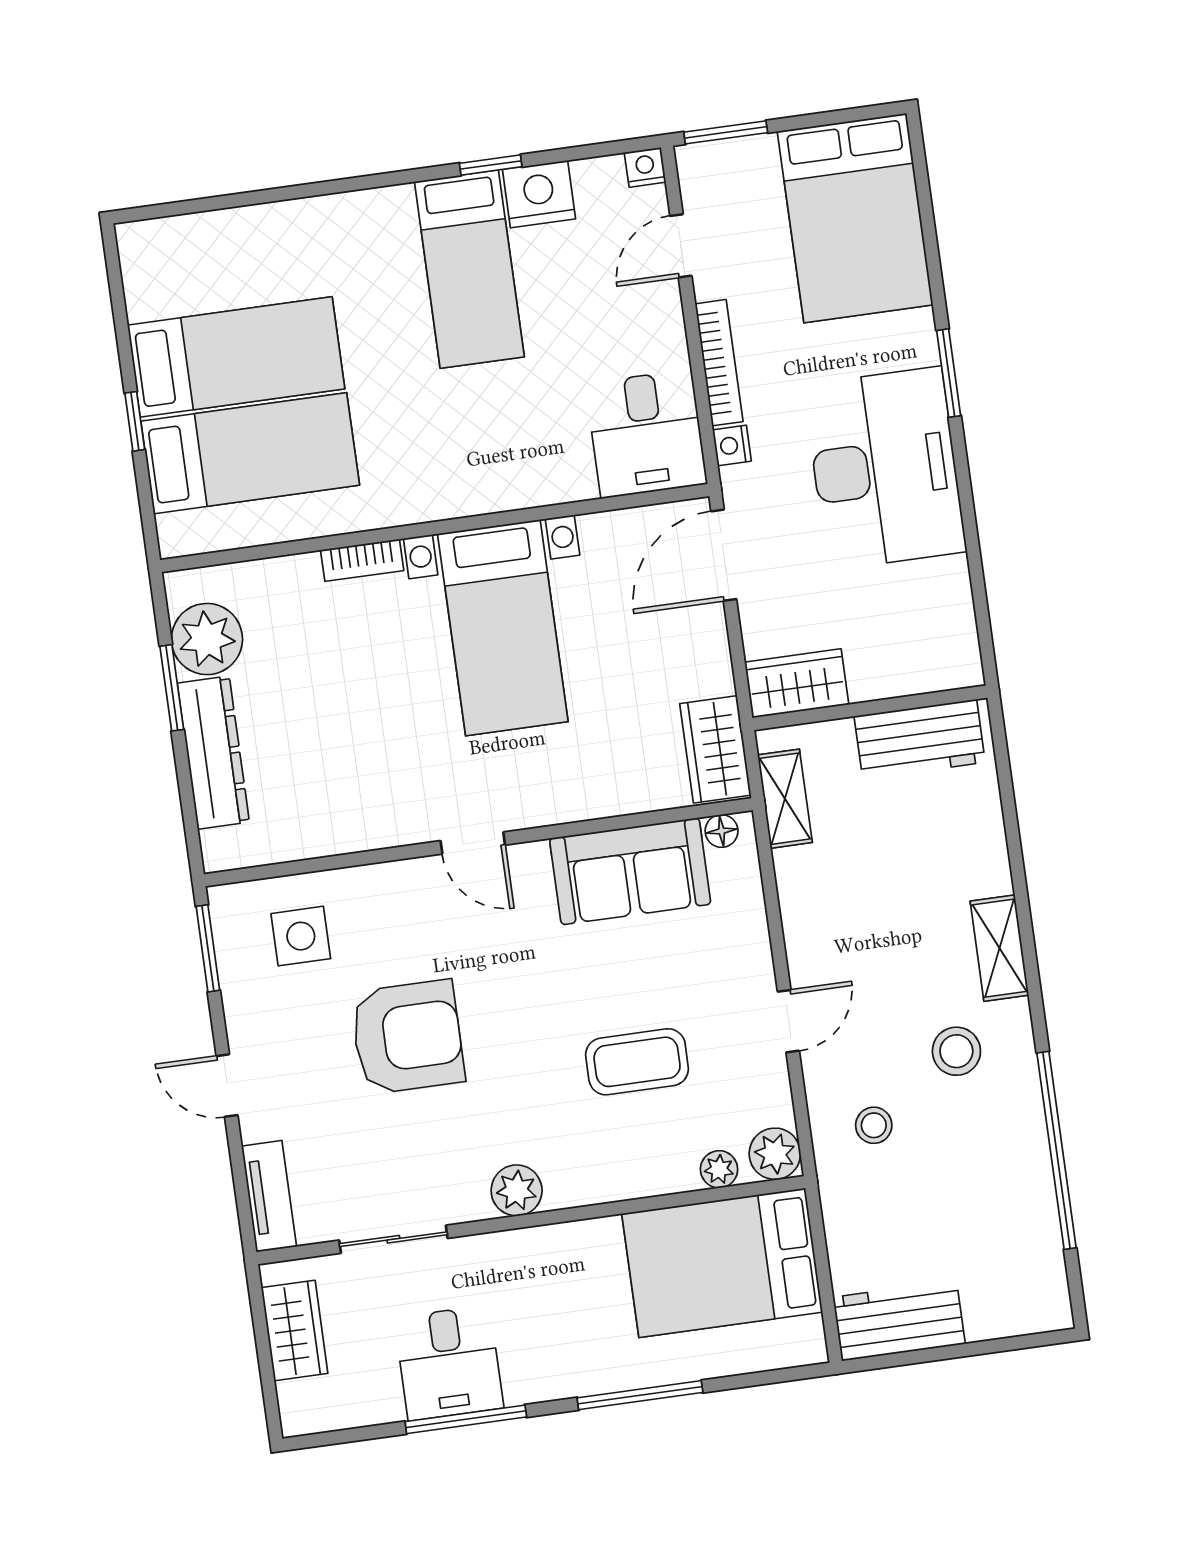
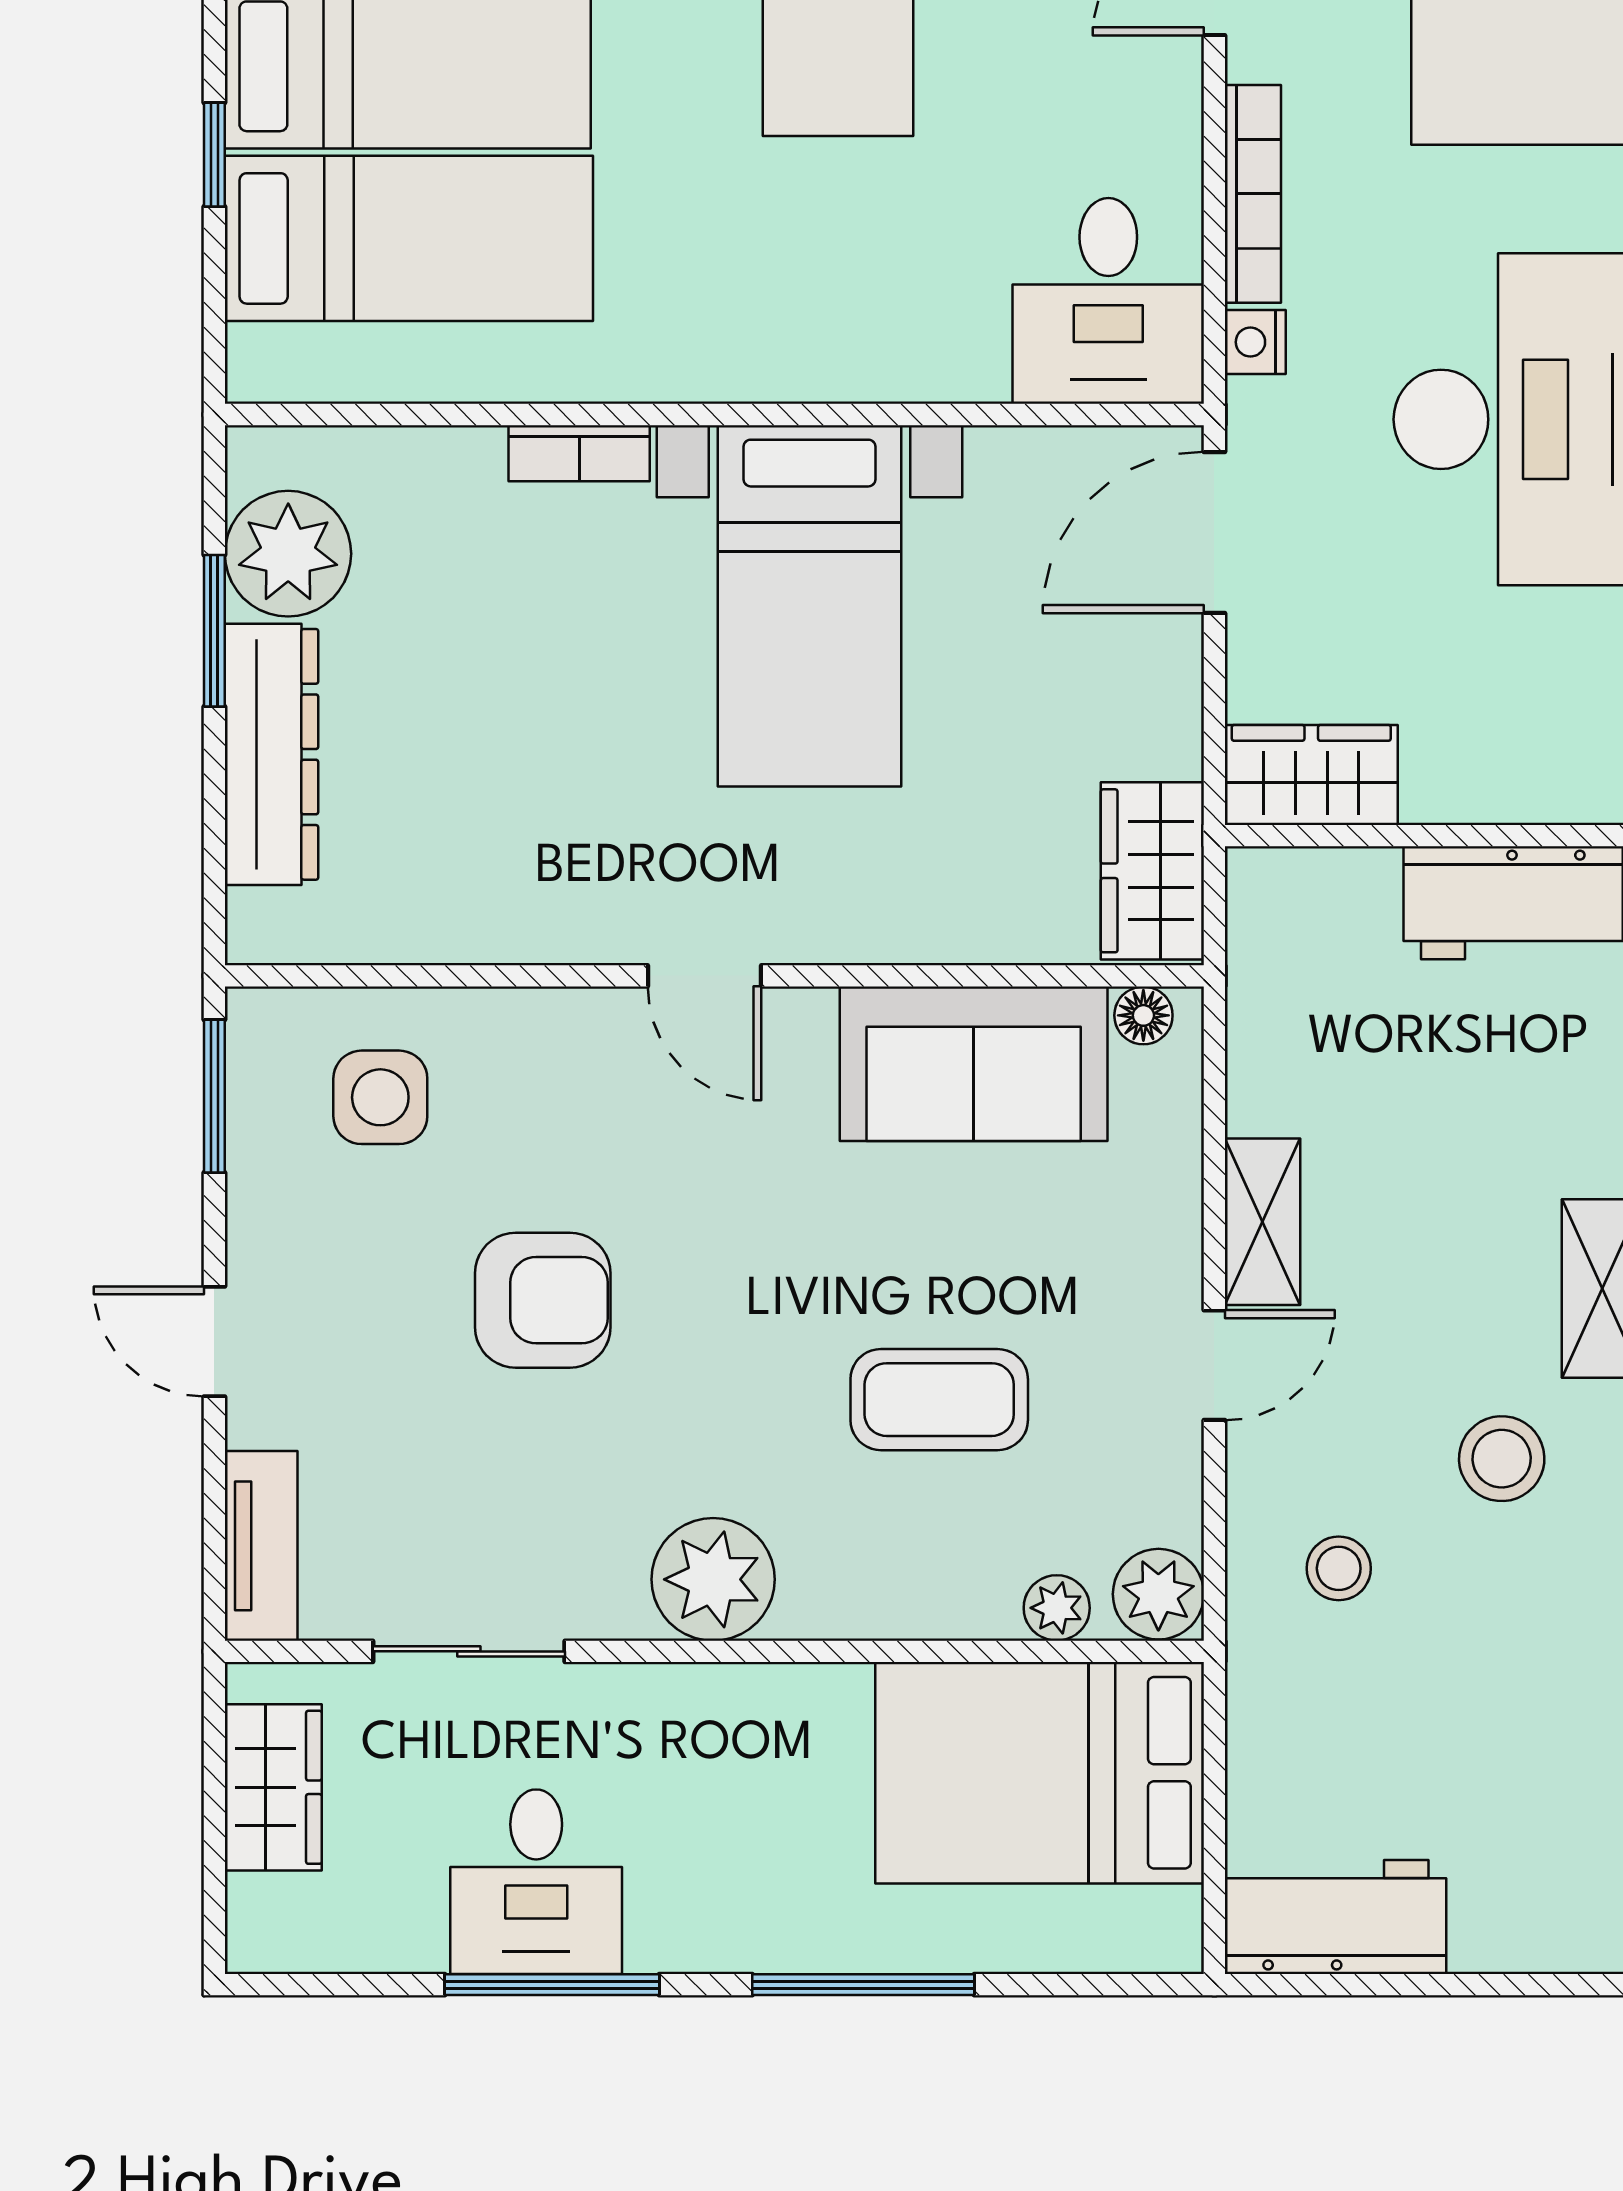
shelving: (785, 799) -> (1262, 1222), moved
armchair: (407, 1037) -> (543, 1300), width x0.73, depth x0.73
plant: (517, 1190) -> (713, 1579), width x1.36, depth x1.36

